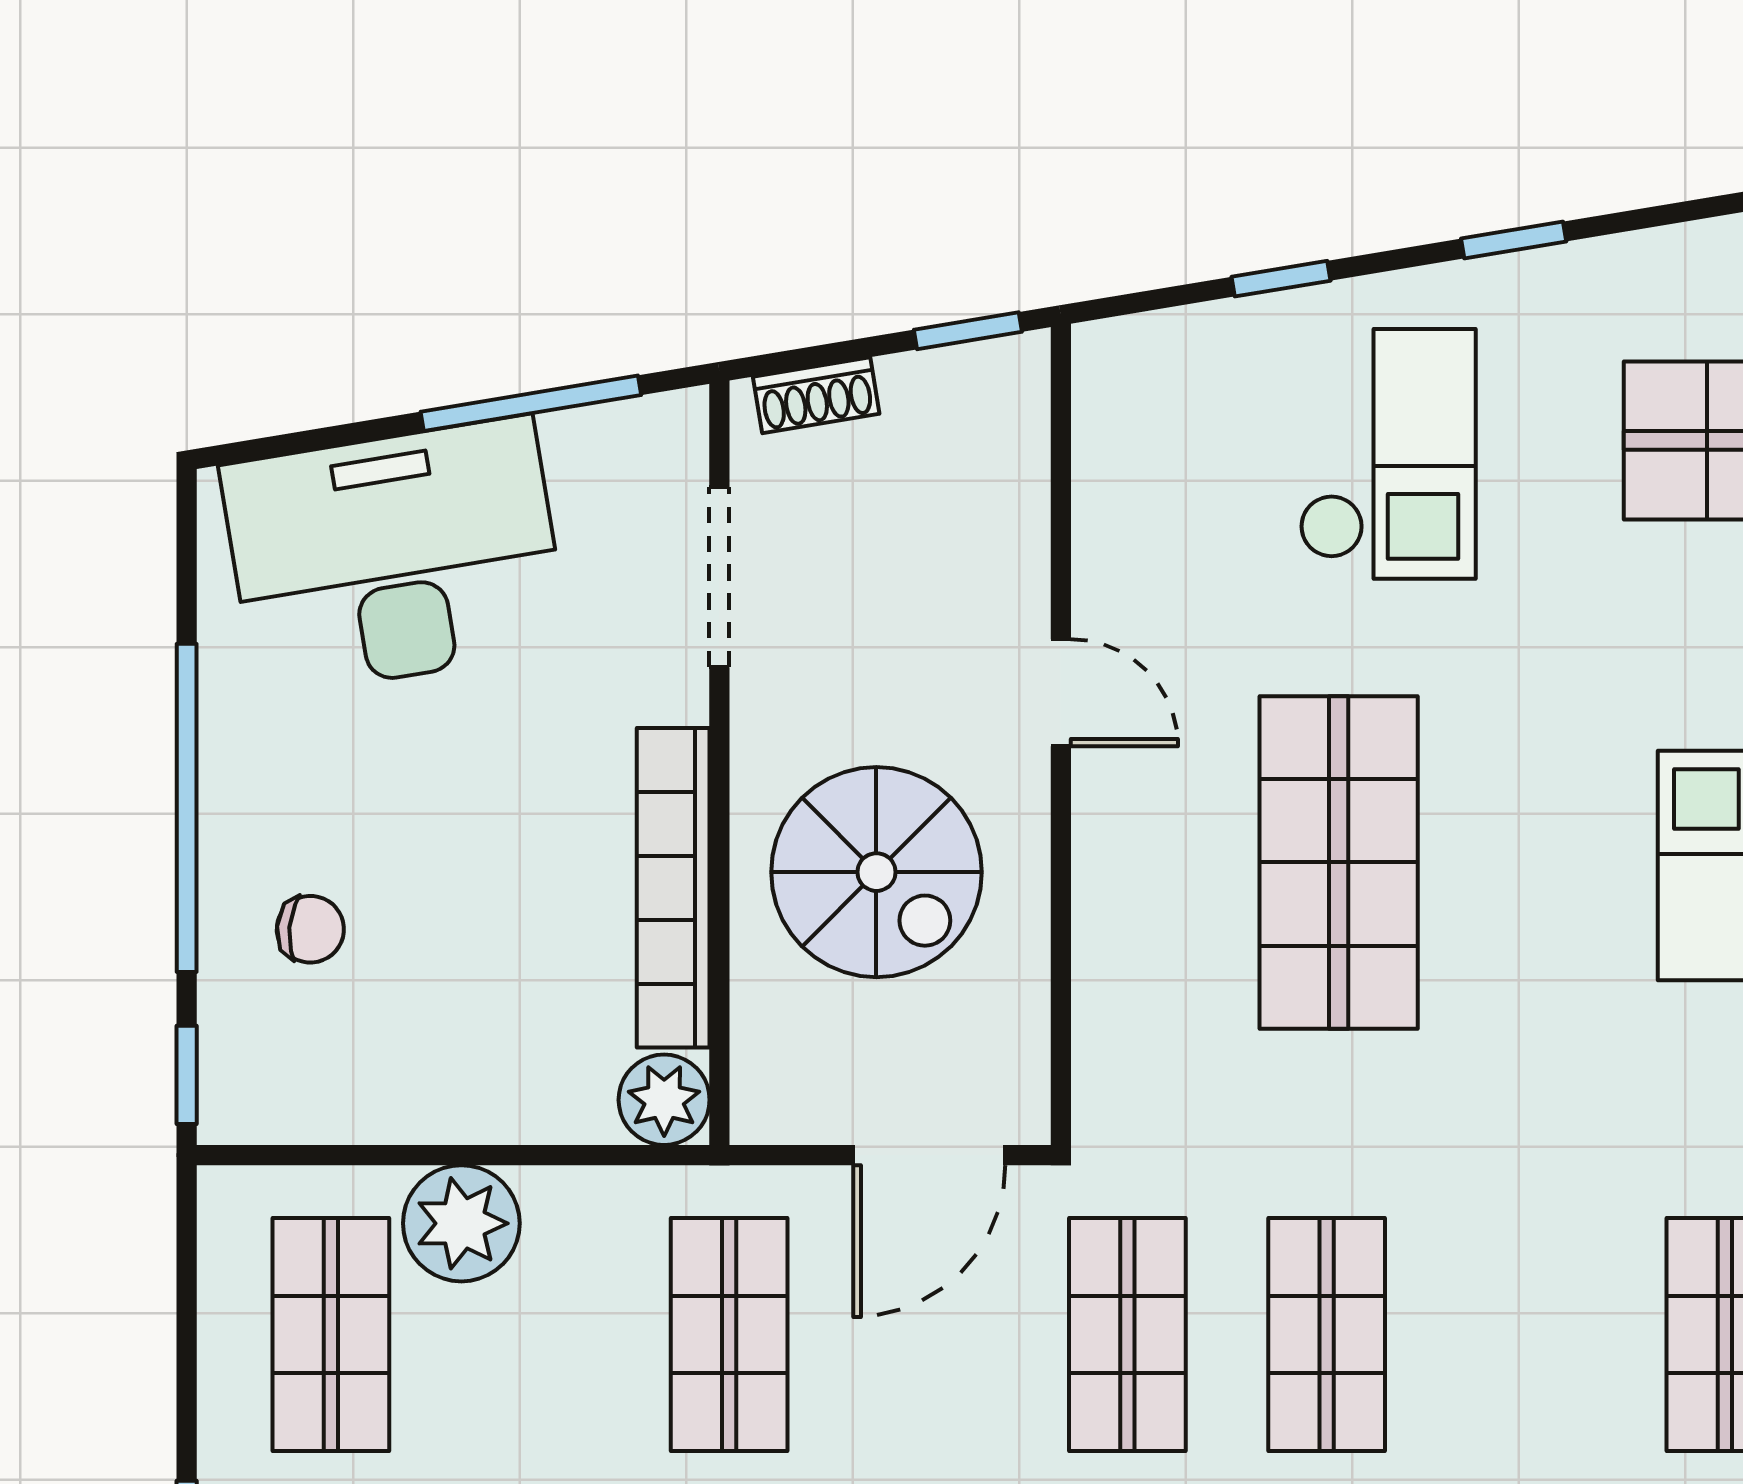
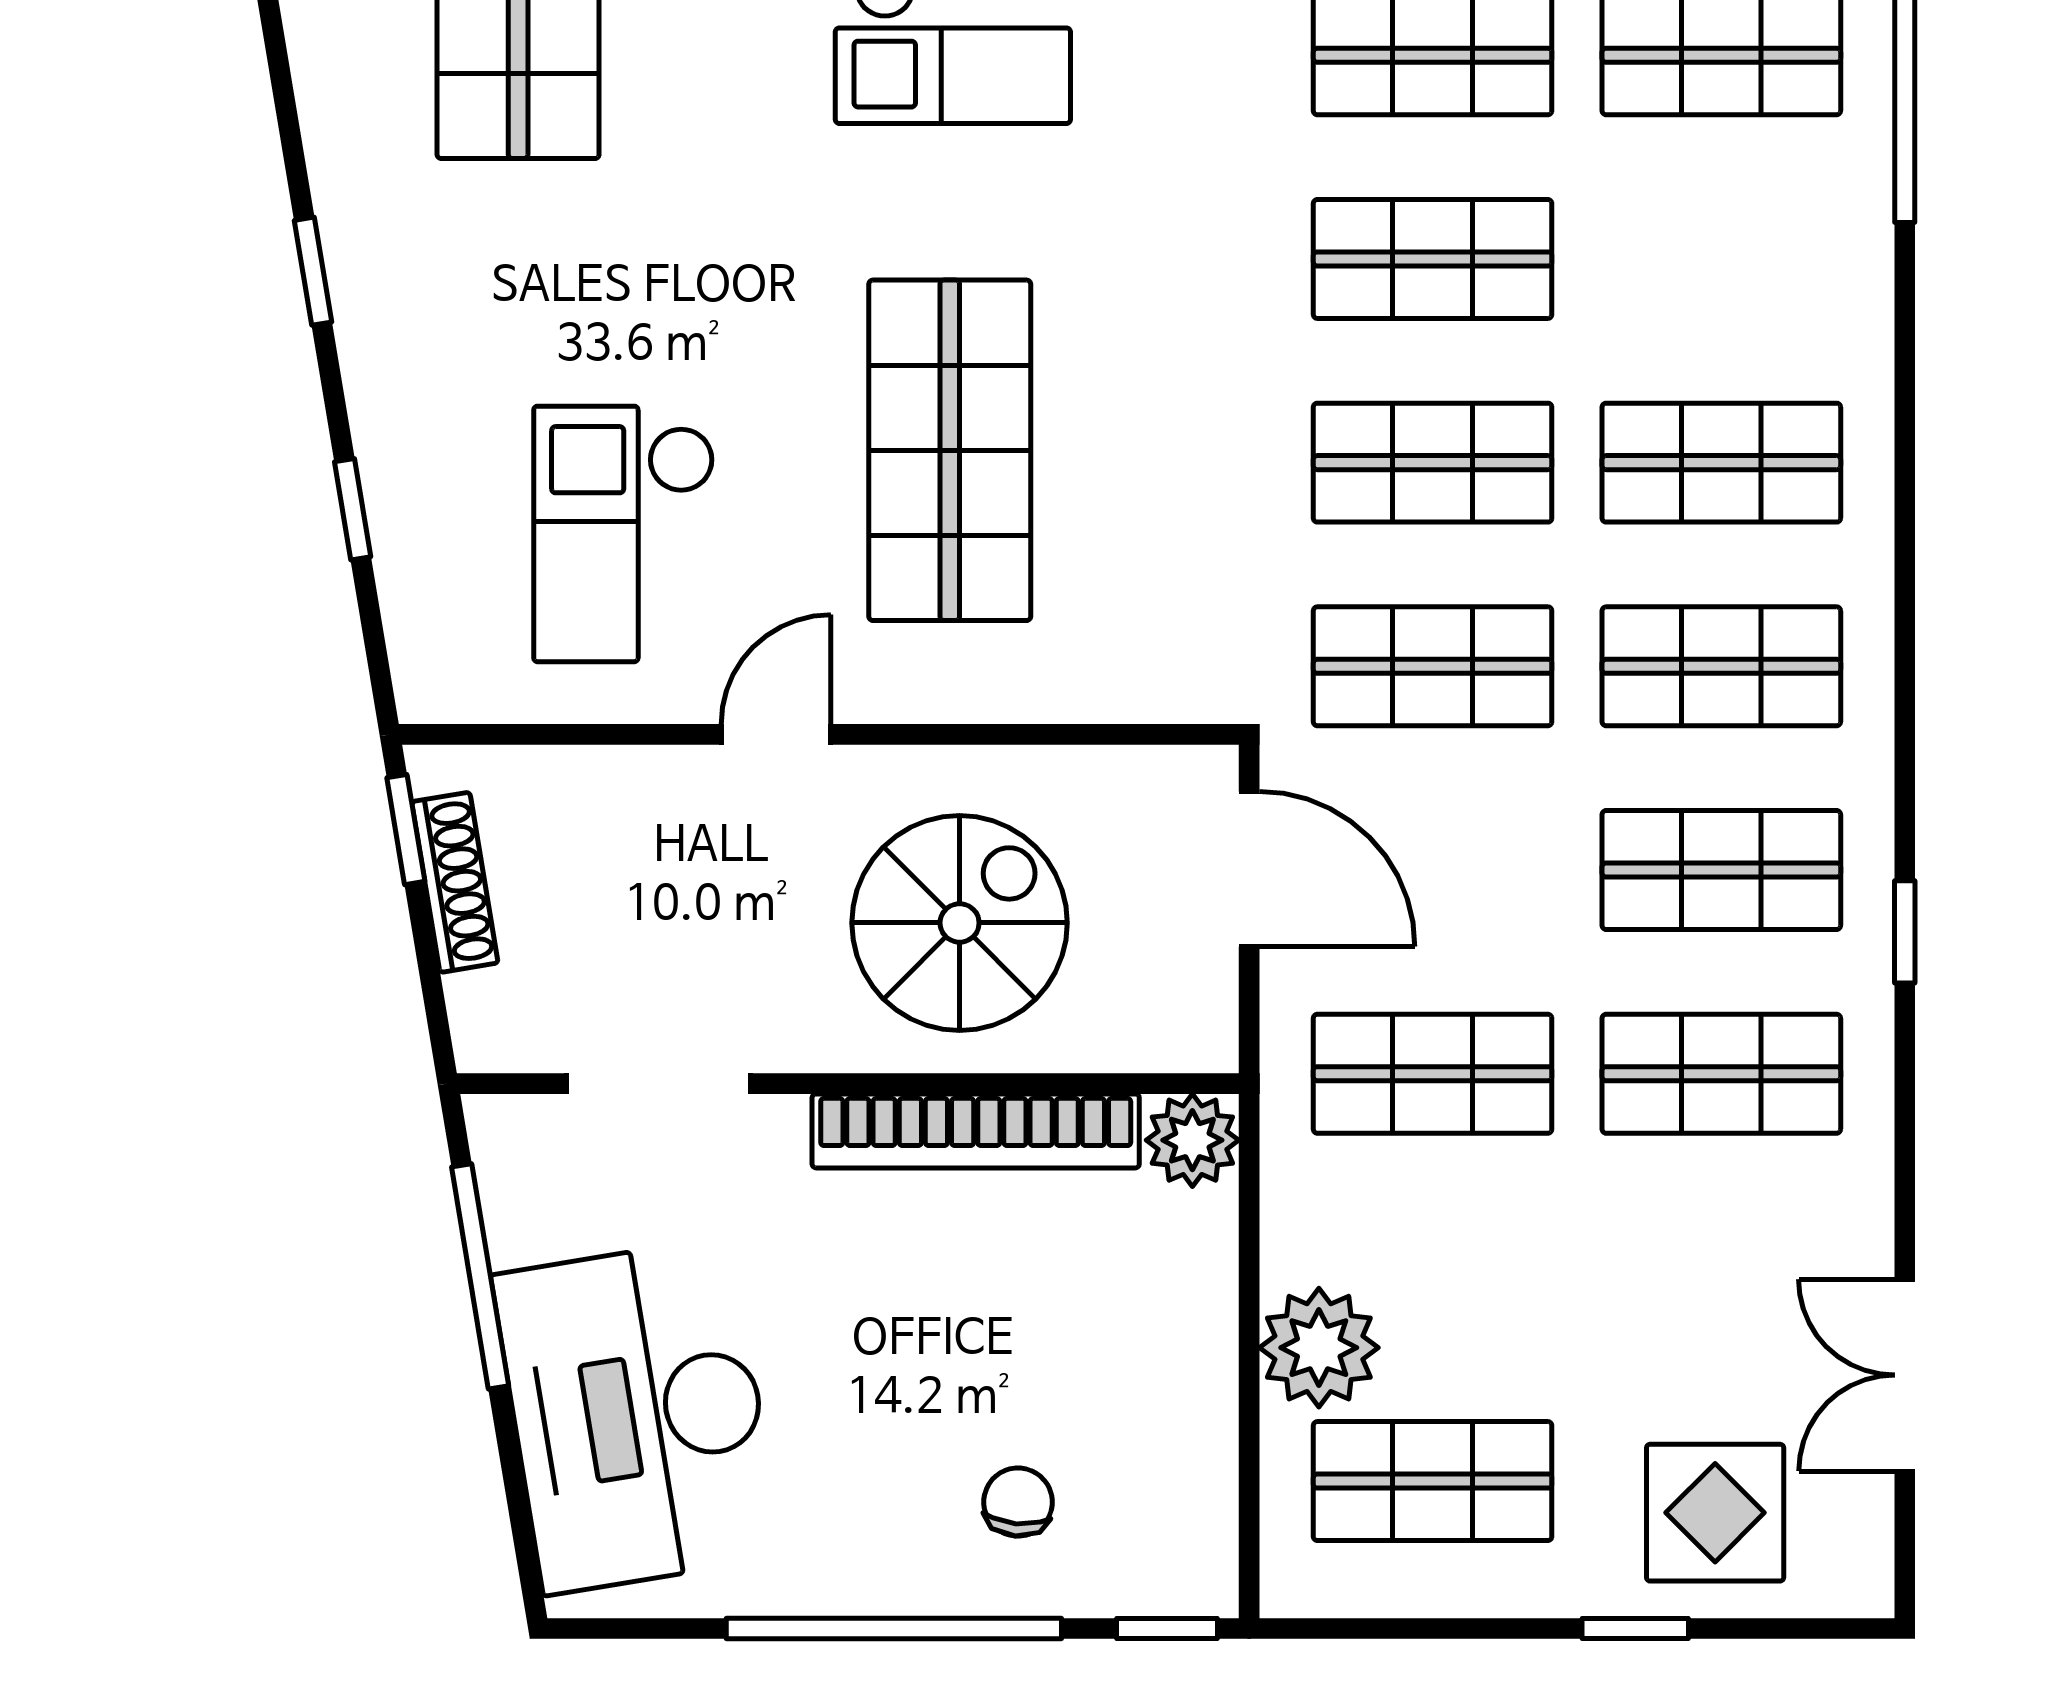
shoe rack: (816, 395) -> (455, 882), moved, width x1.43
checkout: (1388, 454) -> (624, 534), moved, turned -90
shop shelf: (1339, 862) -> (950, 450), turned 90
shop shelf: (1526, 1334) -> (1433, 259), added

